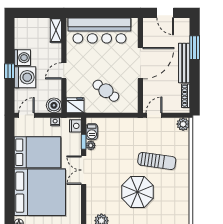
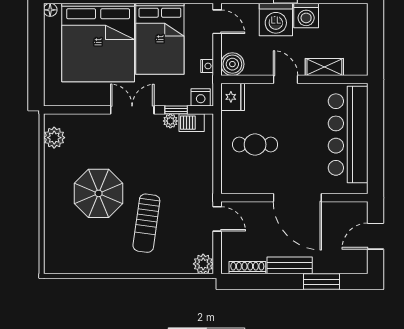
shelving: (56, 30) -> (324, 67), moved
bench: (184, 63) -> (290, 265), width x0.73
cafe table: (106, 91) -> (255, 145), turned 54

